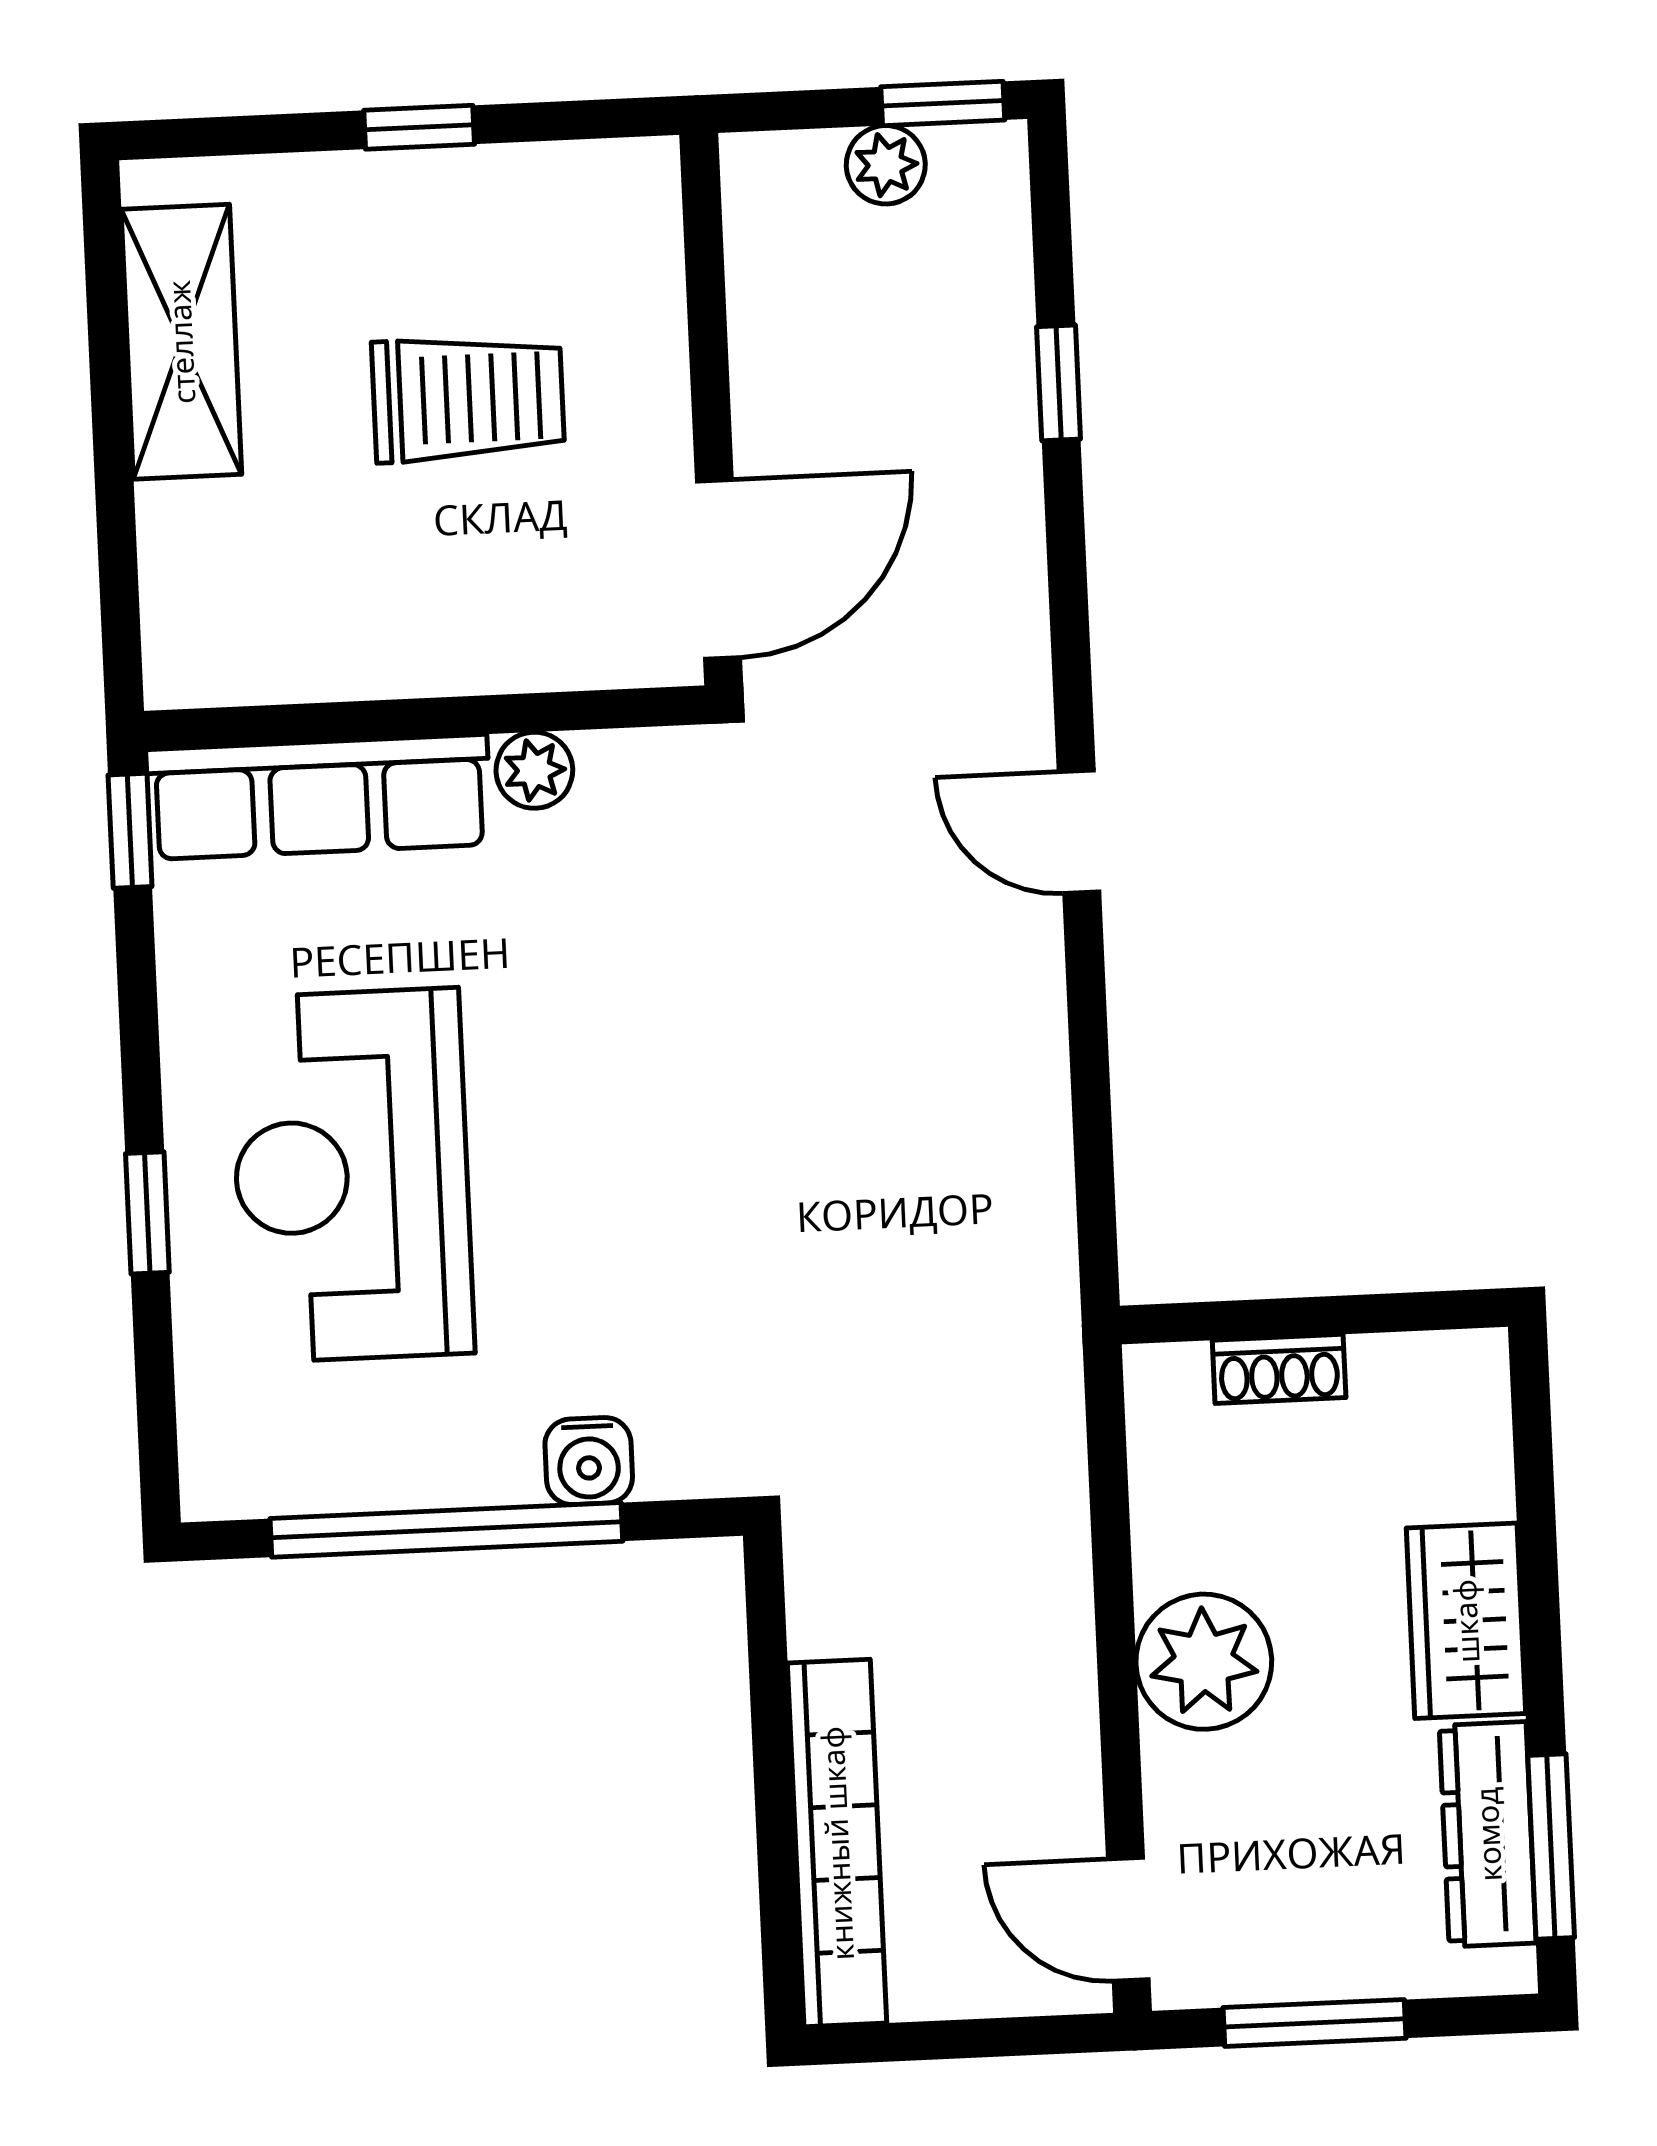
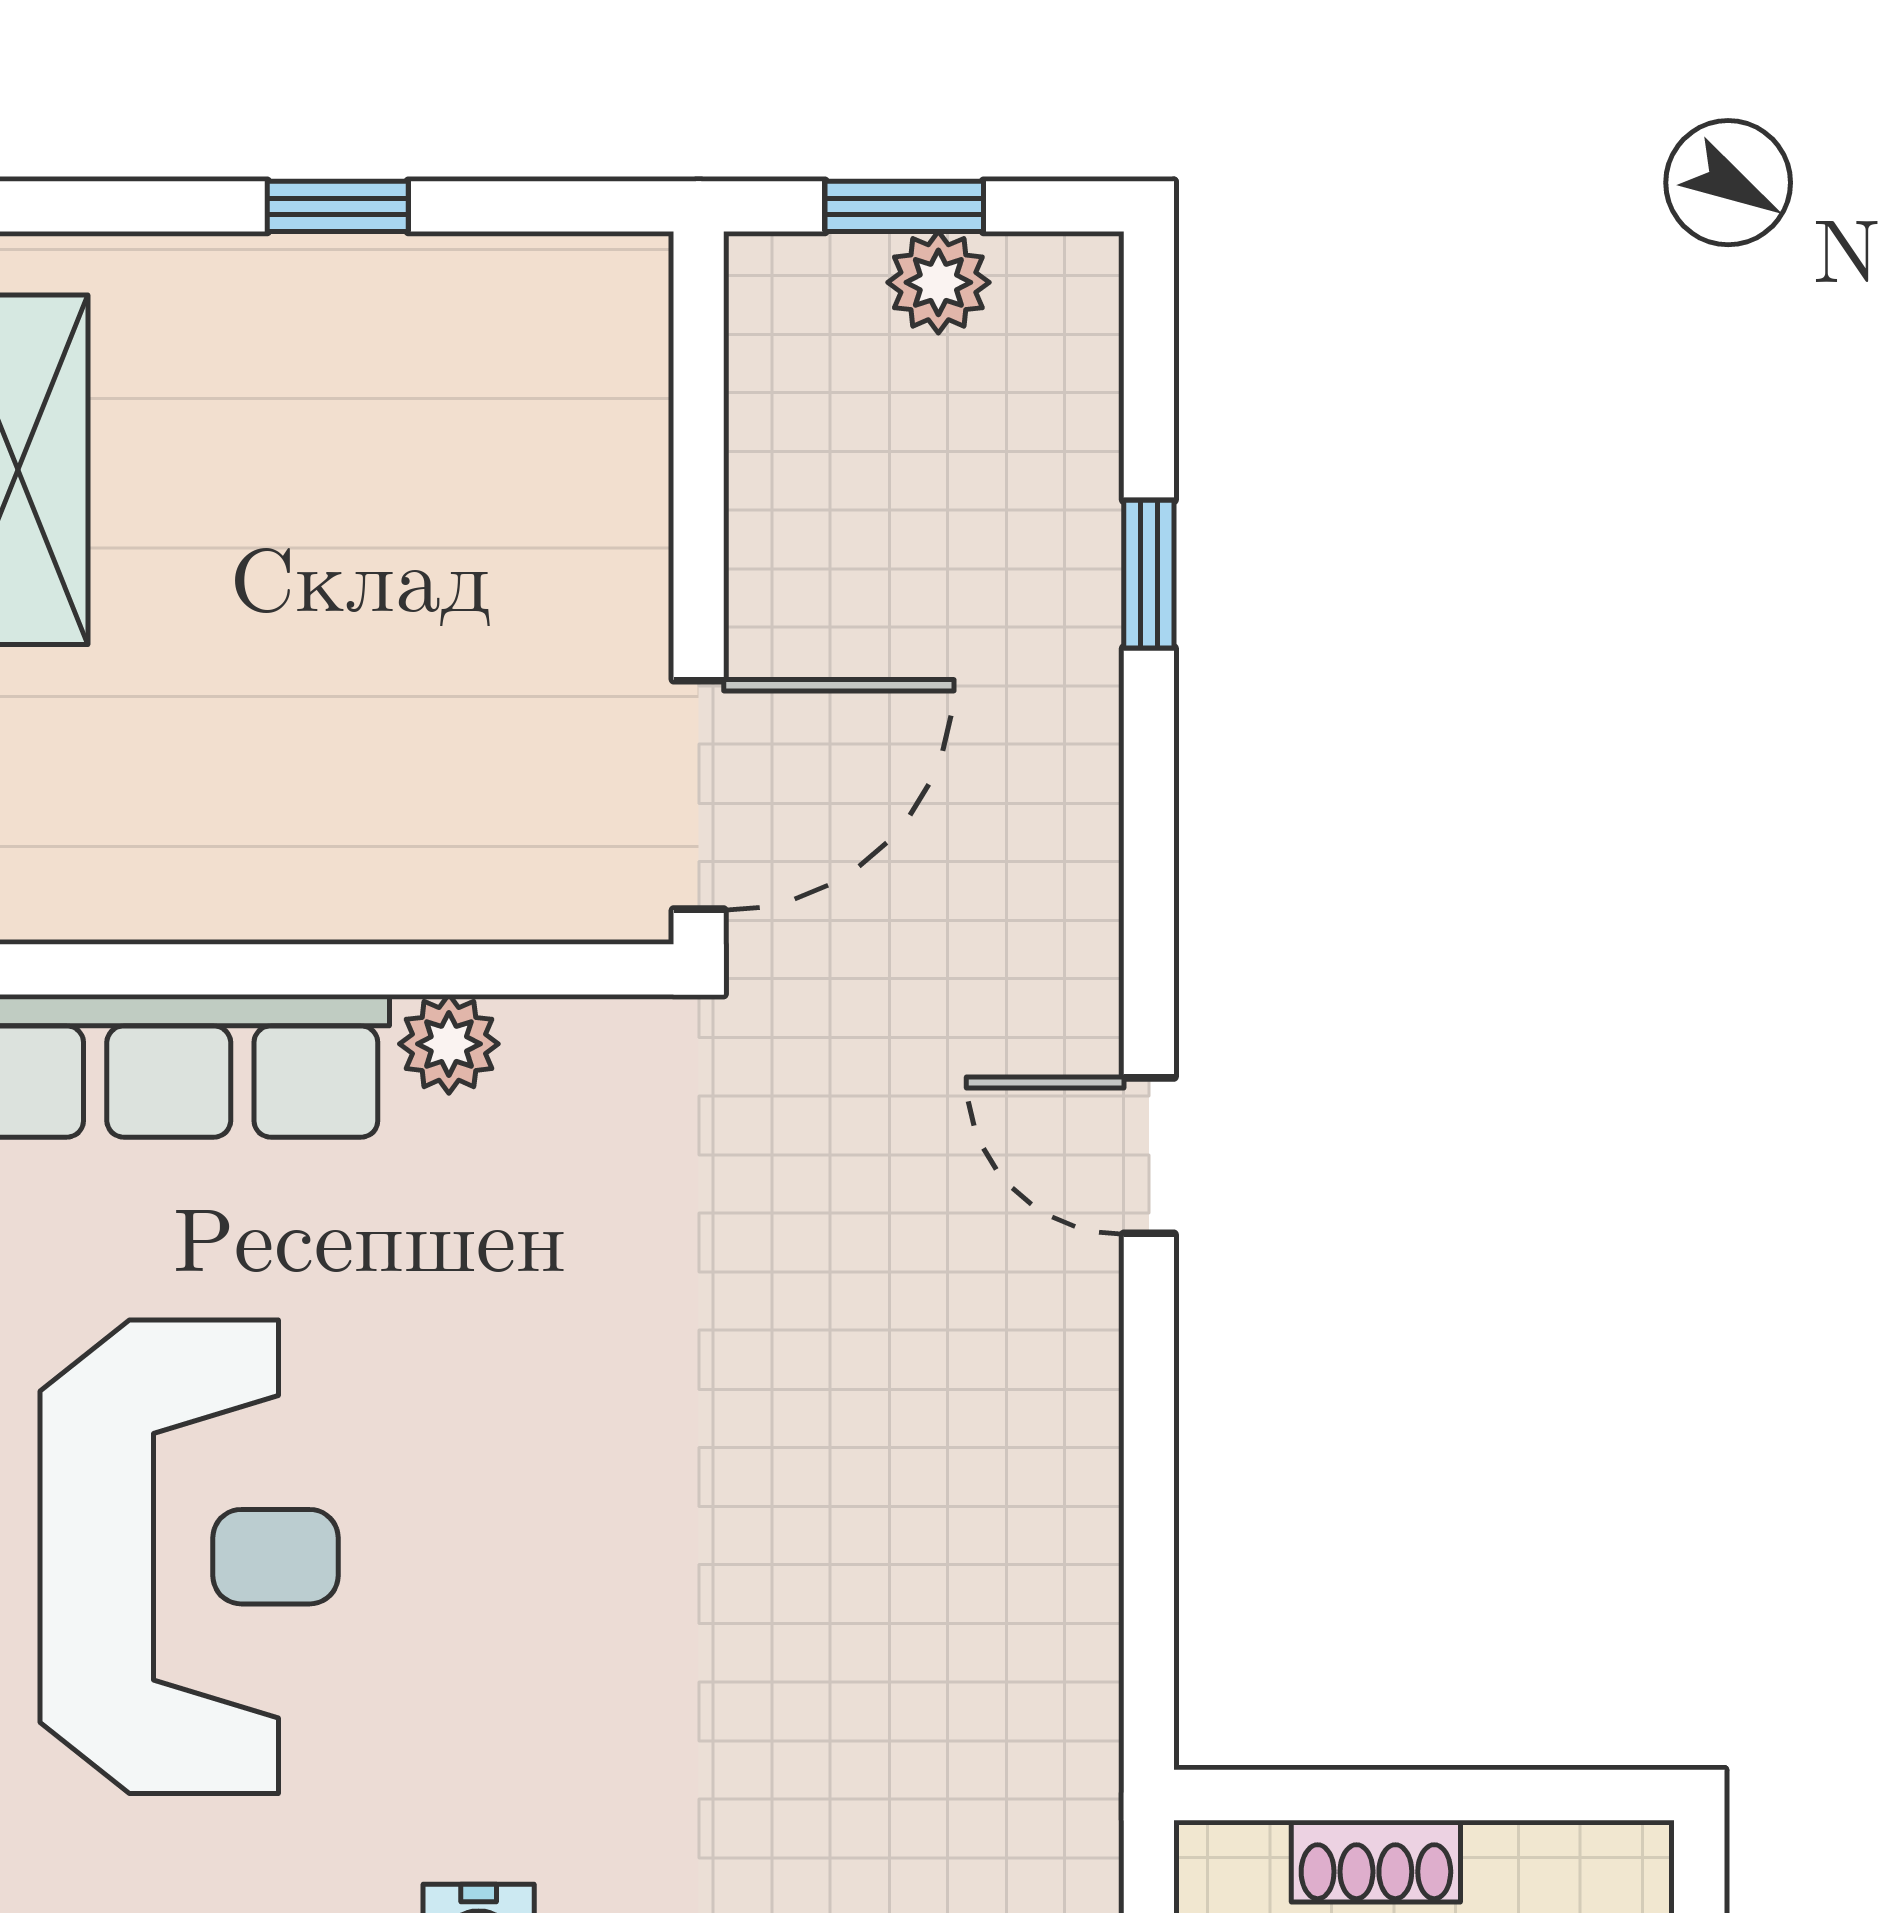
window: (943, 103) -> (904, 206), moved
trolley: (468, 398) -> (385, 560), removed
reception desk: (352, 1175) -> (189, 1557), turned 180

